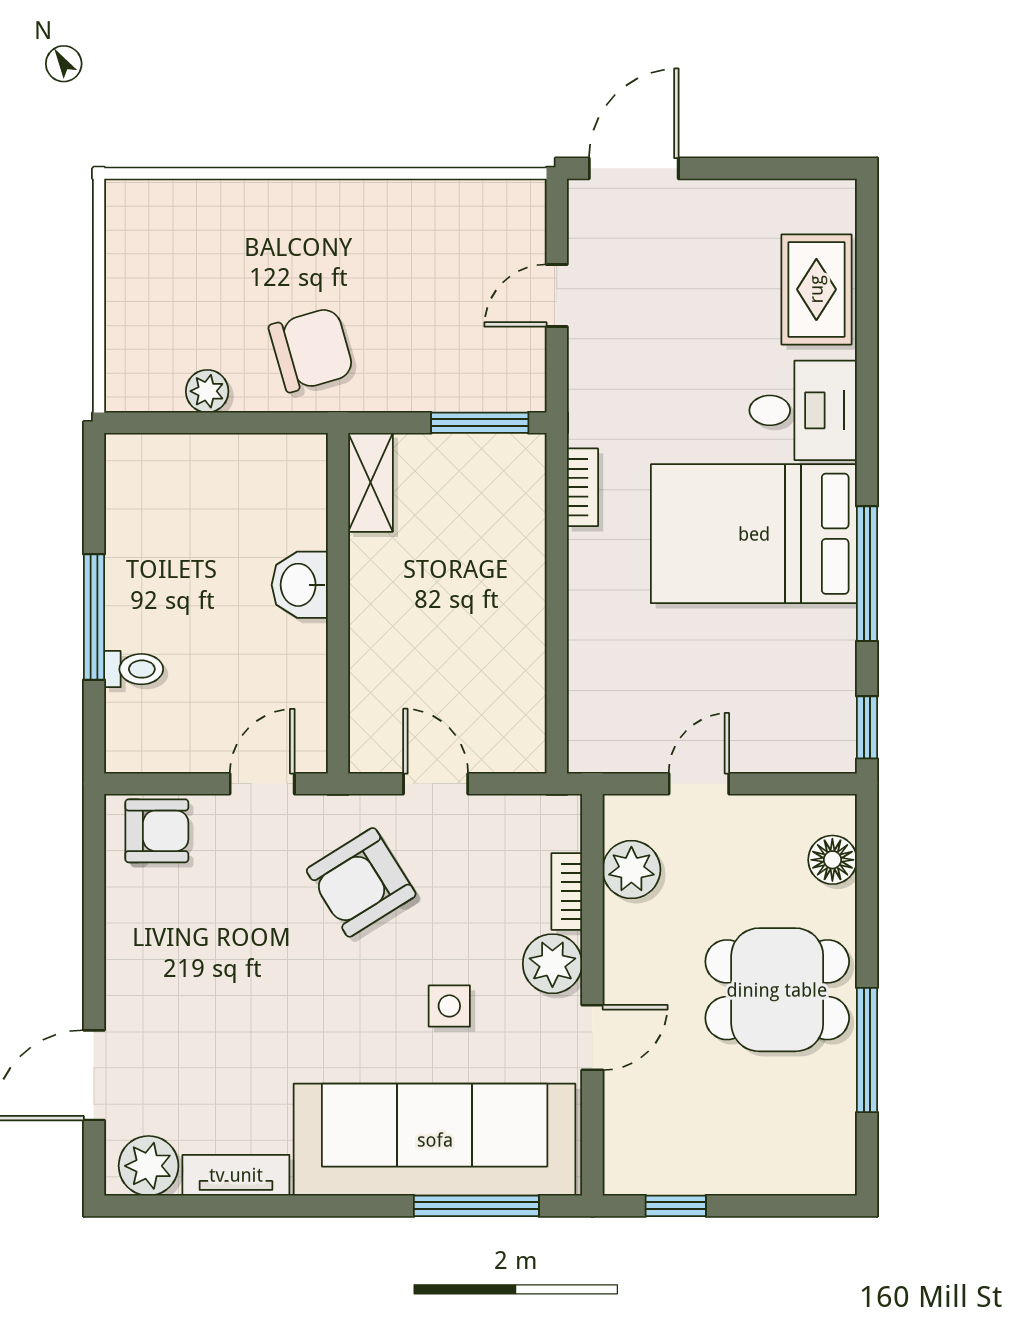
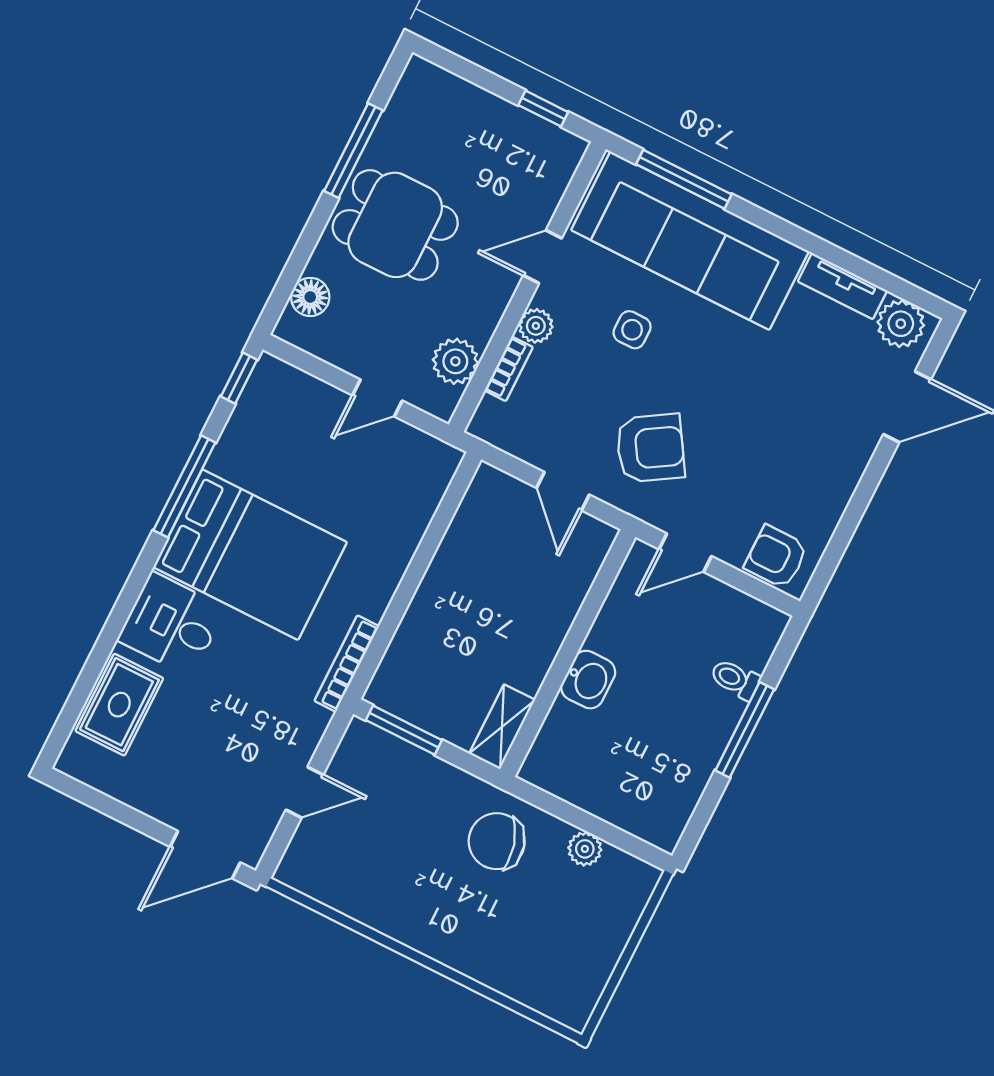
bookcase: (582, 487) -> (347, 664), width x1.56
plant: (552, 964) -> (536, 326), width x0.73, depth x0.73

